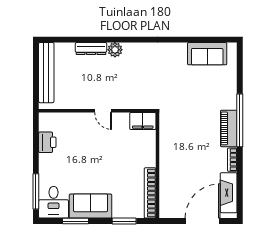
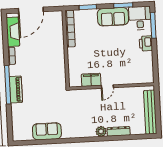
sofa: (207, 54) -> (47, 131), moved
door: (103, 111) -> (107, 87), swing flipped
filing cabinet: (143, 121) -> (91, 80), moved
piano: (229, 128) -> (16, 89), moved
printer: (47, 142) -> (146, 43), moved

